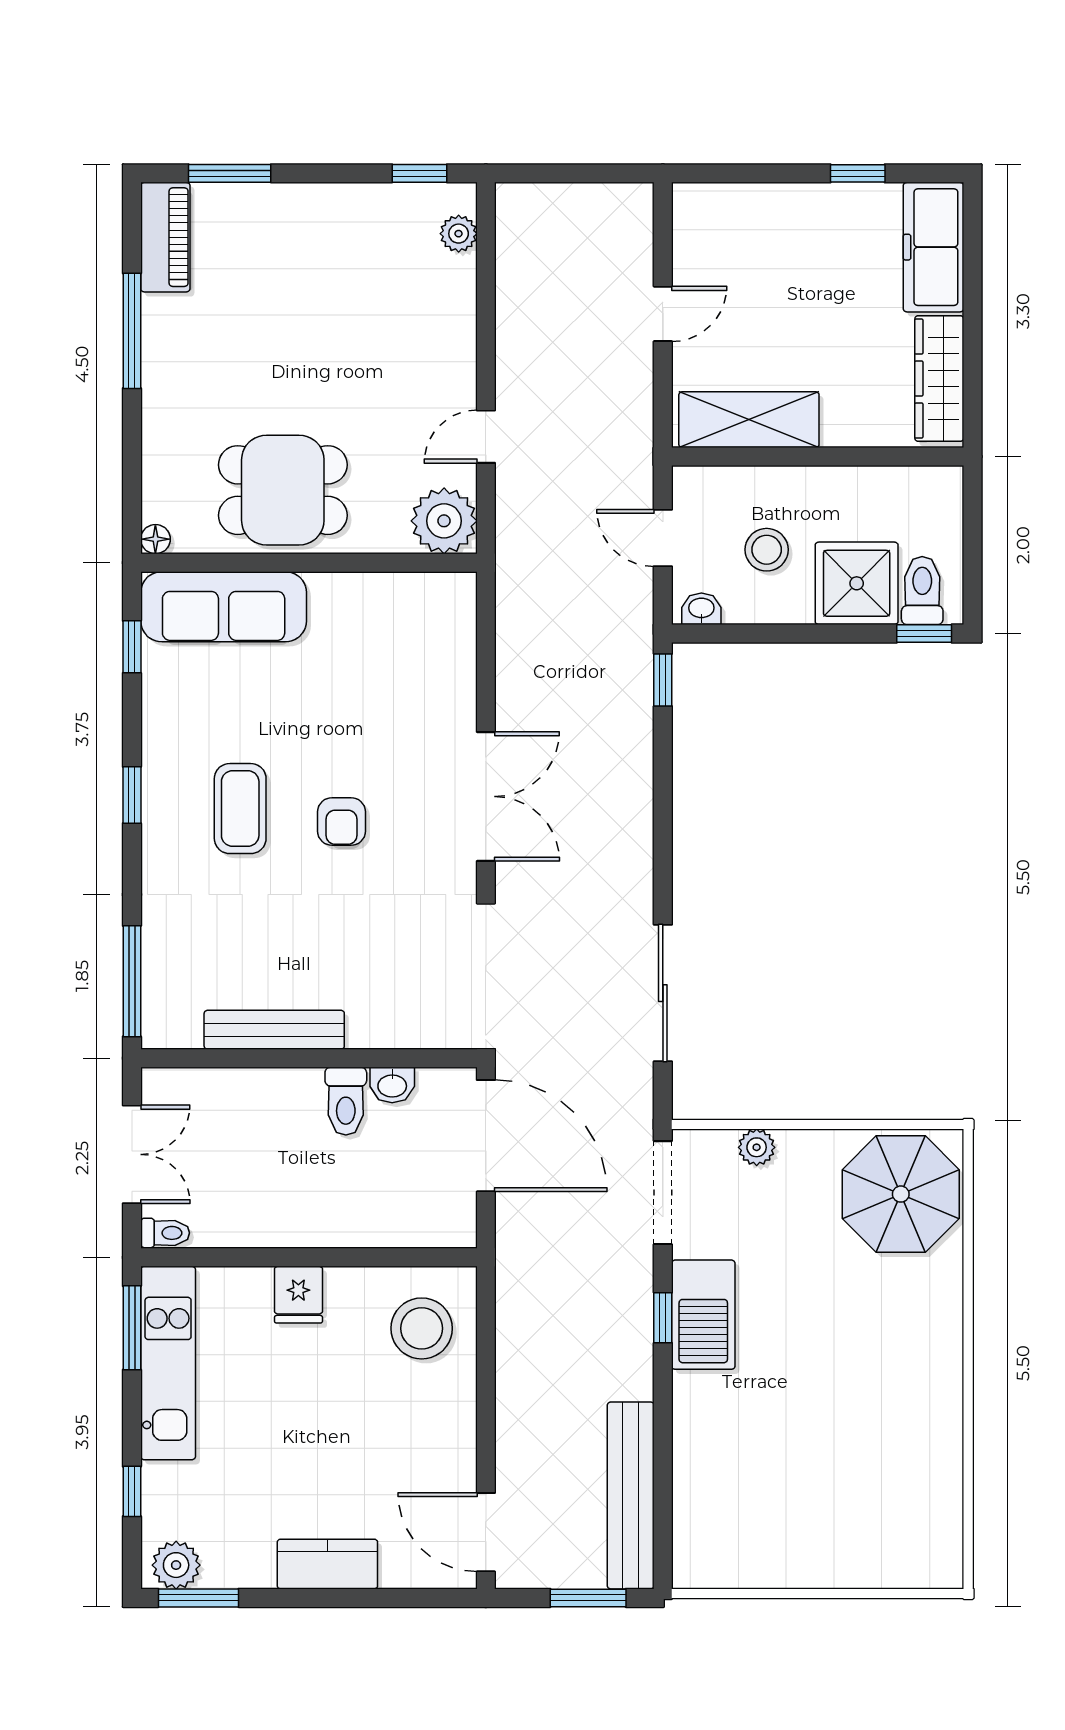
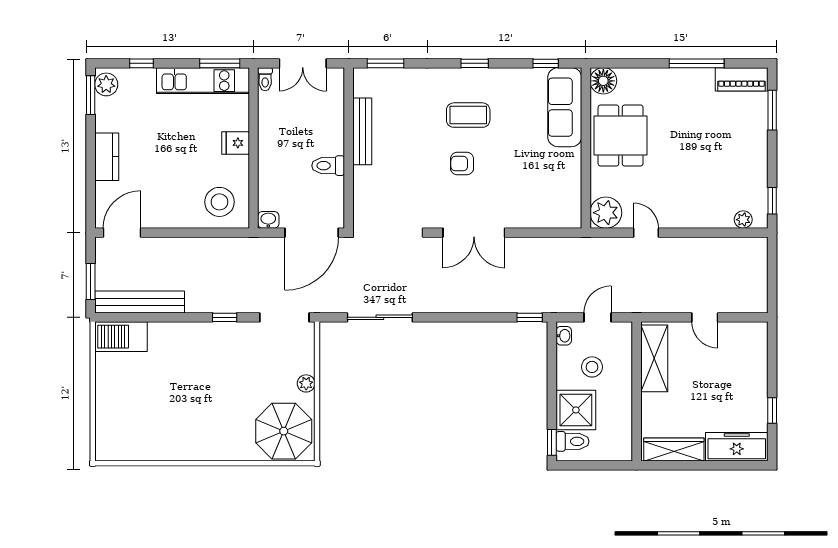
floor lamp: (155, 539) -> (603, 81), width x1.89, depth x1.89
window: (132, 981) -> (386, 63), width x0.69
washbasin: (392, 1085) -> (268, 220), moved, turned 90
plant: (757, 1147) -> (306, 383), moved
barbecue: (703, 1315) -> (121, 337), moved

